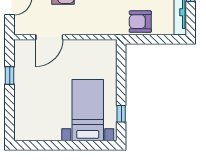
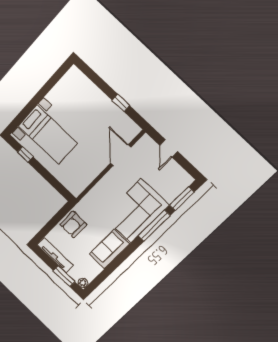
armchair: (140, 22) -> (73, 224), turned 180

